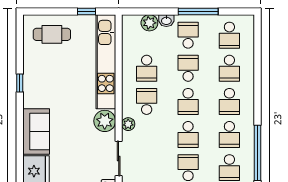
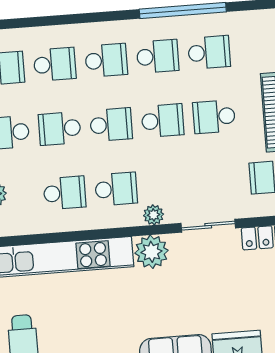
school desk: (147, 101) -> (116, 189), turned 180

